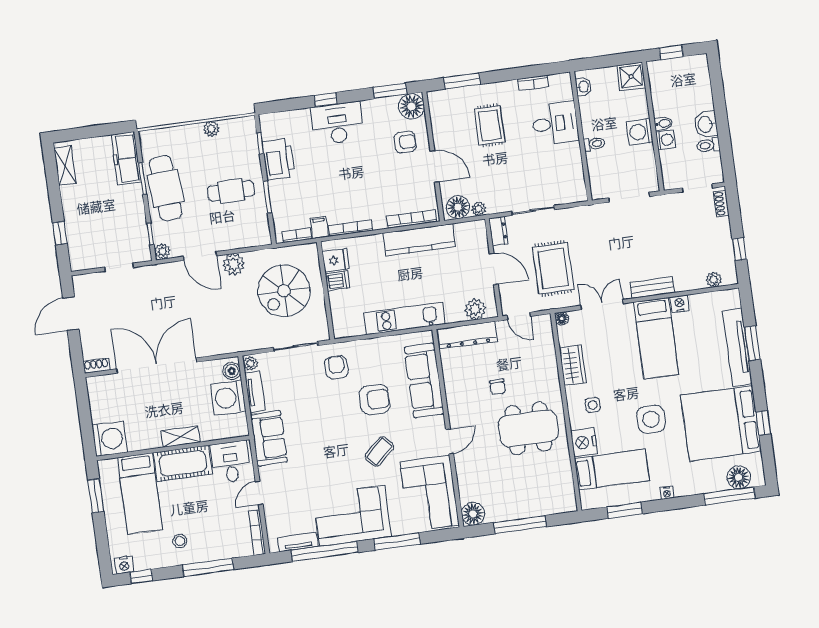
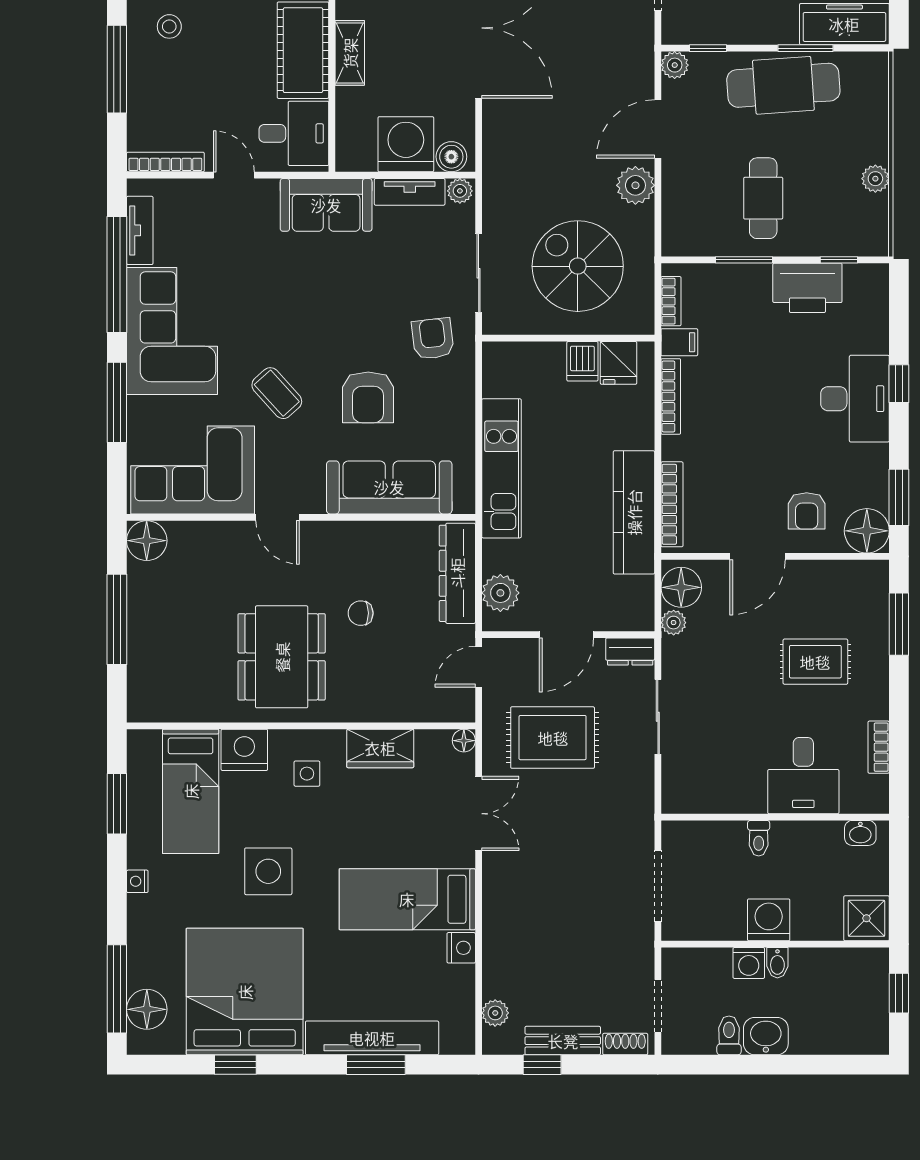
bench: (652, 287) -> (563, 1041), moved, turned 90
armchair: (336, 367) -> (433, 339), turned -97

